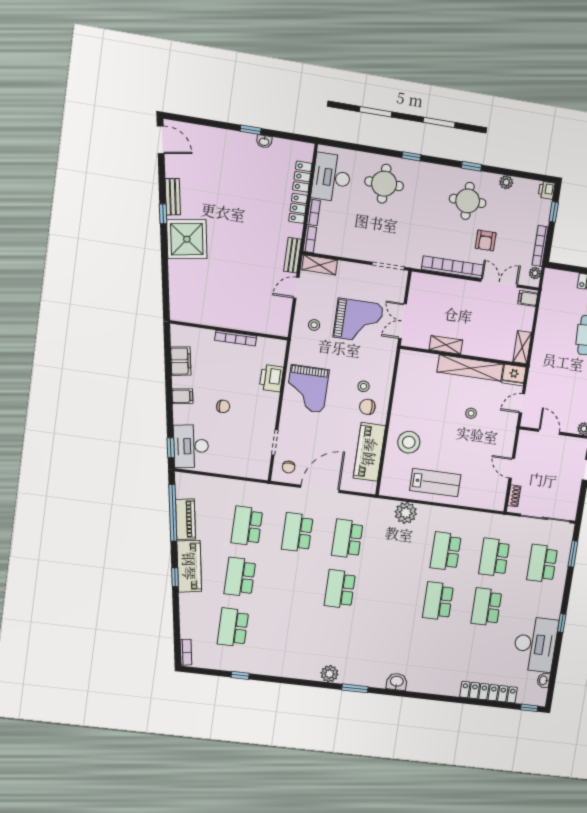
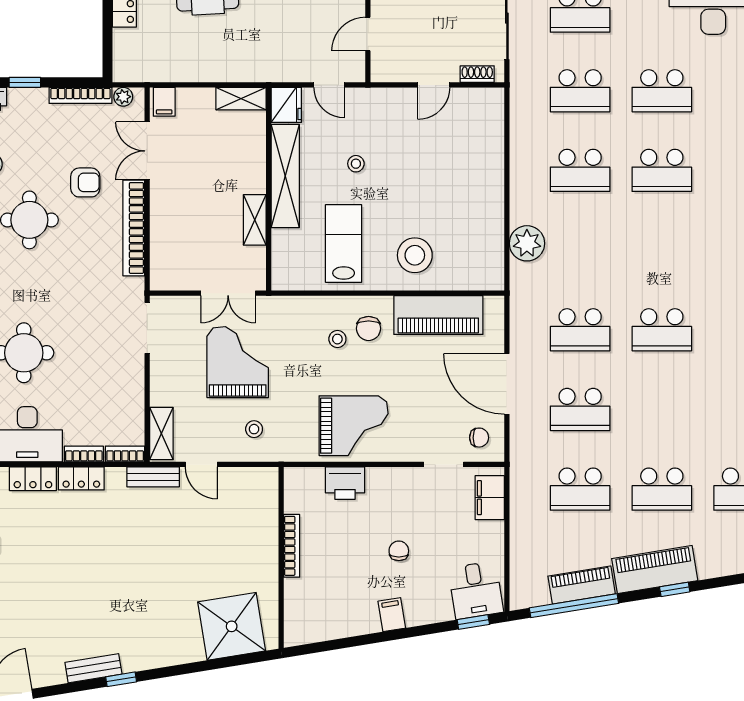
shower: (187, 239) -> (232, 626), moved
filing cabinet: (181, 361) -> (490, 498), moved, turned -81
desk: (191, 446) -> (476, 590), width x0.73
lab bench: (435, 483) -> (344, 244), moved

